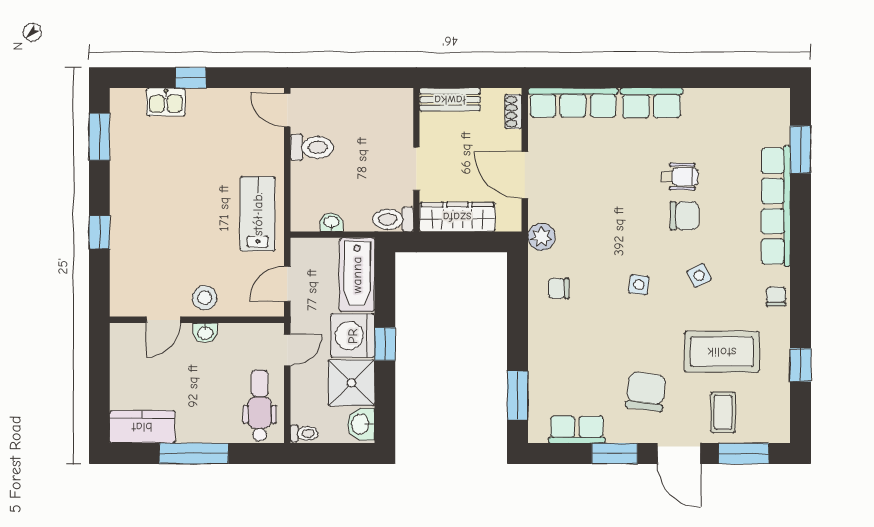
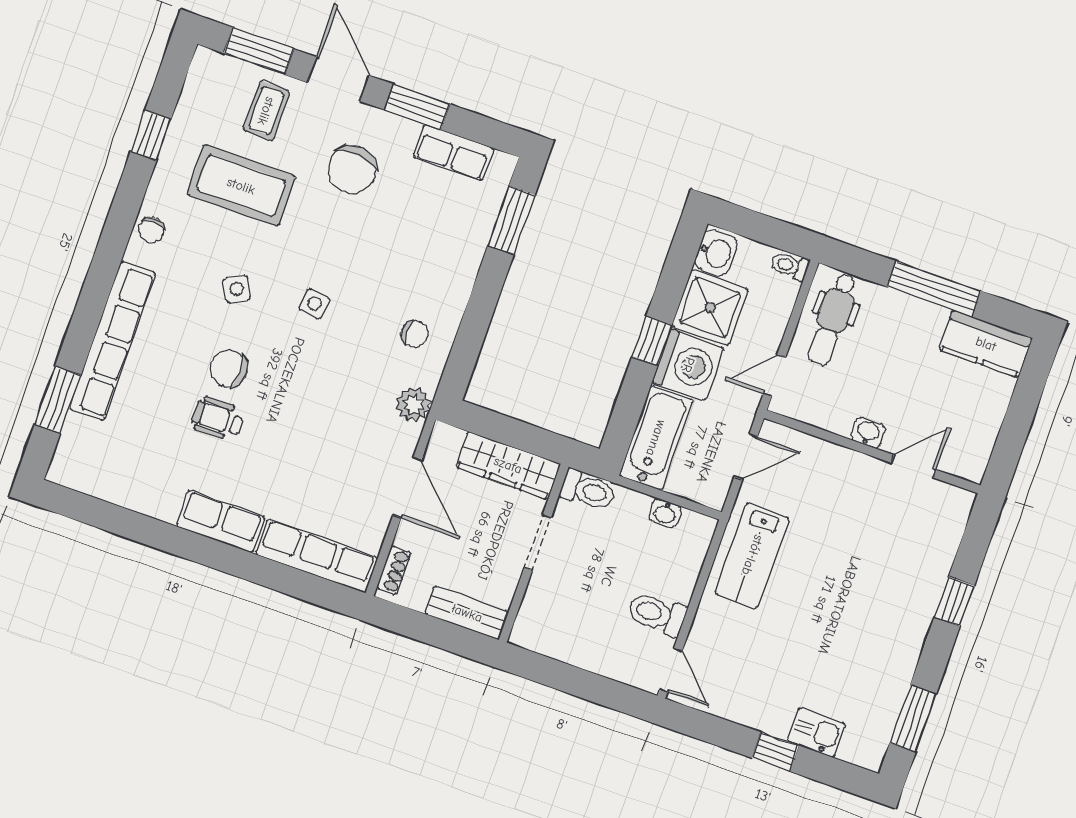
stool: (205, 298) -> (853, 475), removed

